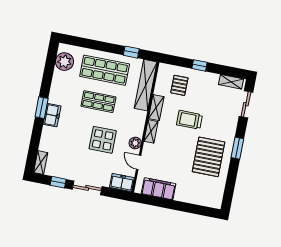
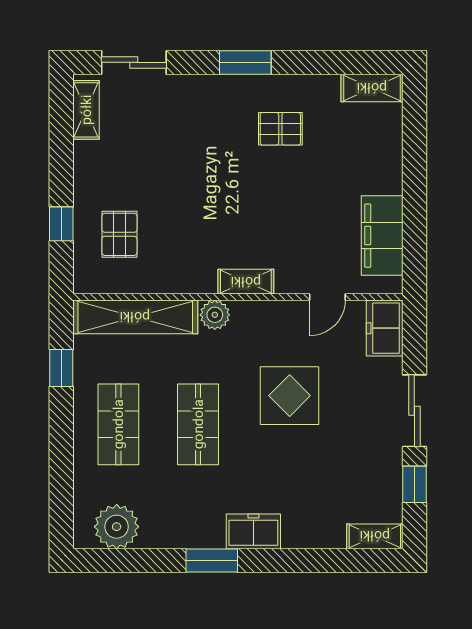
window: (199, 65) -> (61, 224), moved
shop shelf: (105, 70) -> (118, 424), width x0.70, depth x0.74
pallet: (179, 85) -> (119, 234), turned 90
window: (42, 108) -> (212, 561), moved
shelving: (156, 108) -> (372, 88), moved
trolley: (189, 120) -> (199, 193), removed
plant: (135, 143) -> (215, 315), moved
pallet: (209, 157) -> (280, 129), width x0.49, depth x0.50

